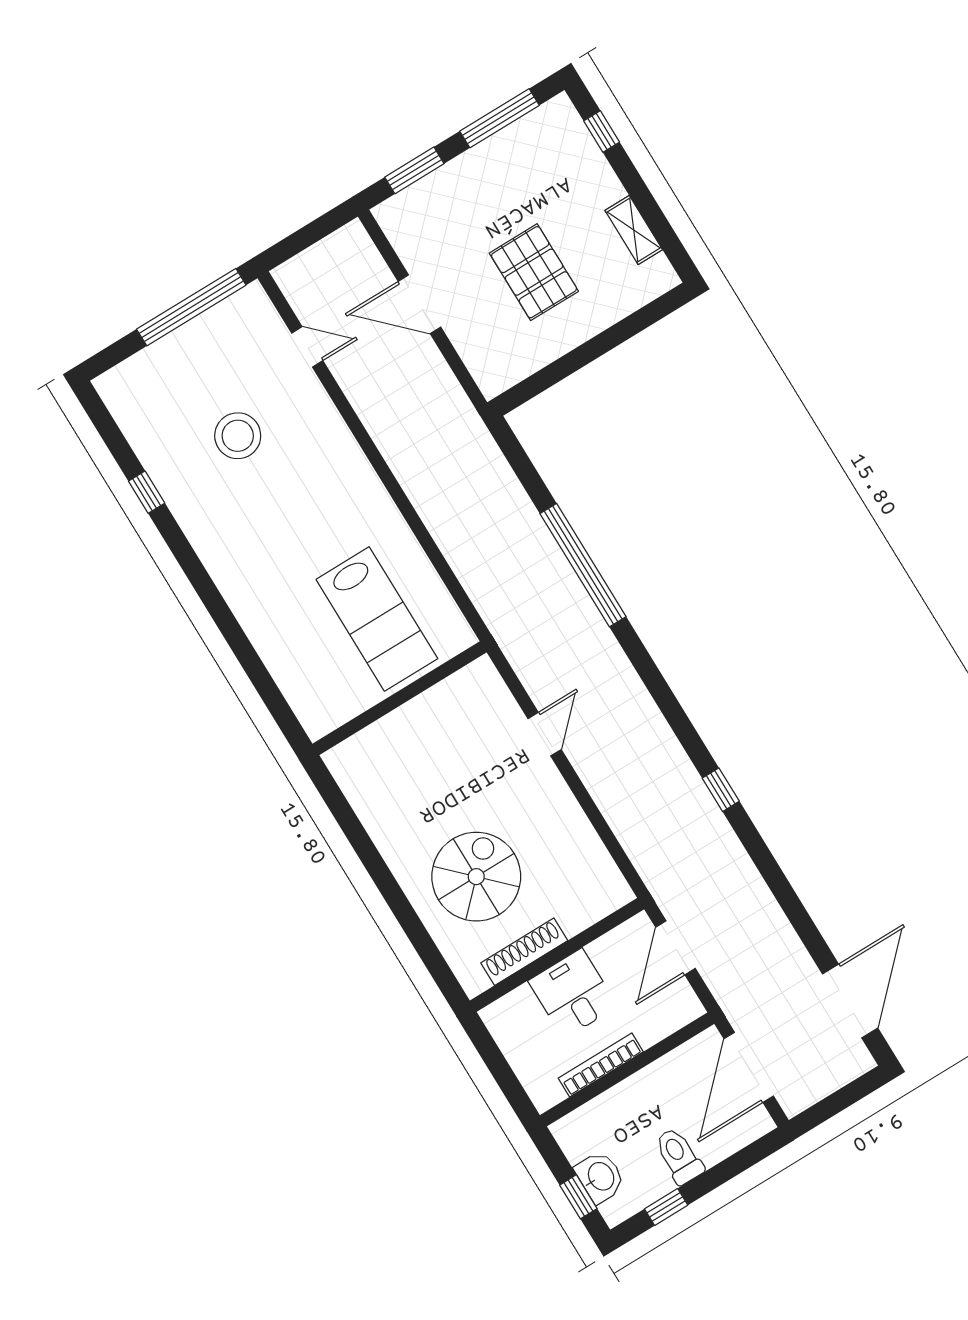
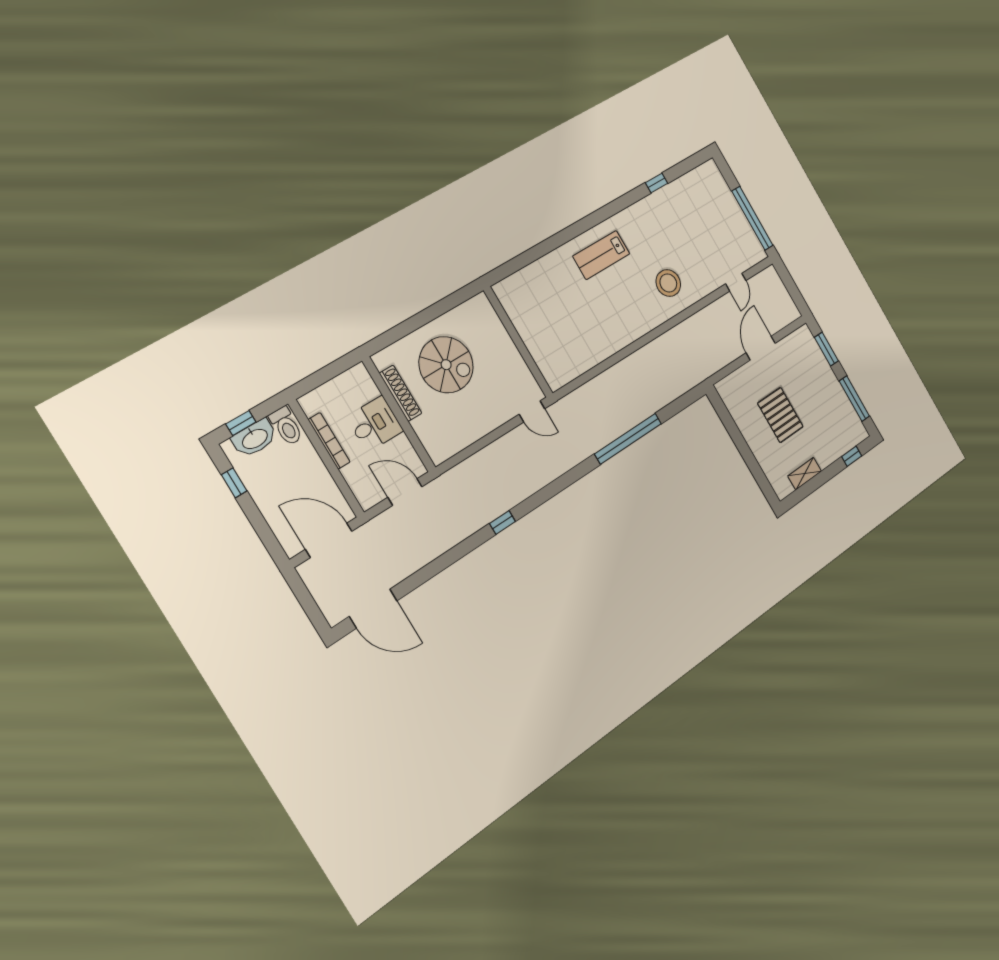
pallet: (534, 272) -> (780, 415), turned 90
stool: (238, 436) -> (668, 283), moved
lab bench: (377, 619) -> (601, 255), moved, width x0.73, depth x0.72
wall: (400, 698) -> (518, 342), moved
toilet: (679, 1156) -> (286, 426), moved, turned 90
washbasin: (600, 1177) -> (255, 438), width x1.38

